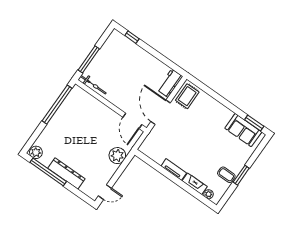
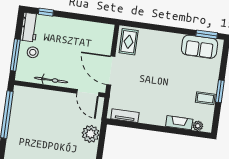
stool: (104, 65) -> (33, 52), added
workbench: (170, 83) -> (29, 27), moved, turned 180
bicycle: (93, 85) -> (51, 80), moved
tv unit: (174, 170) -> (125, 116), moved

